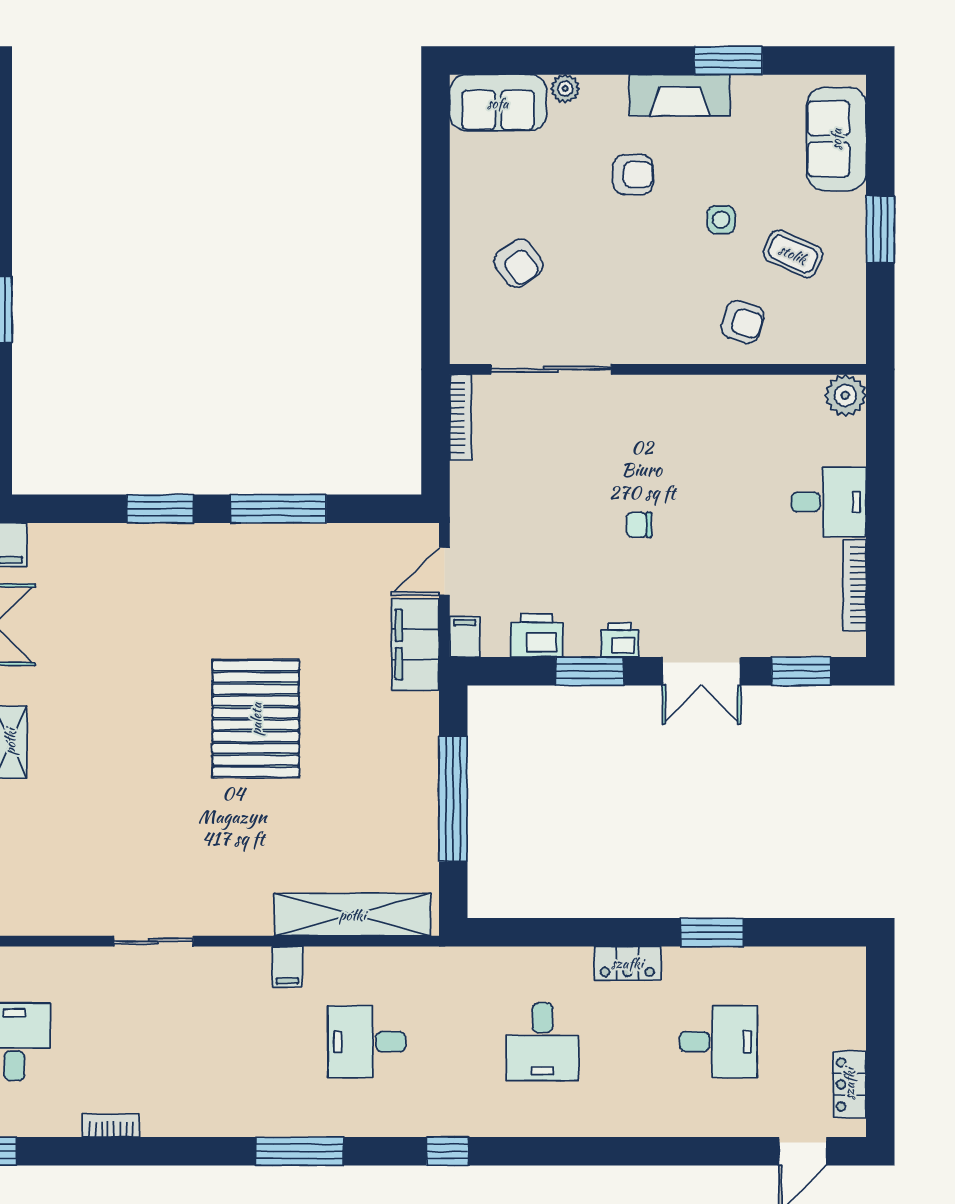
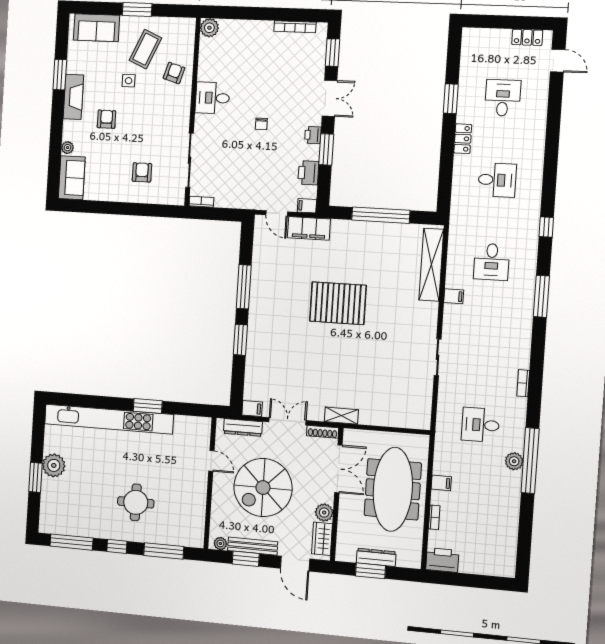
coffee table: (793, 254) -> (145, 49), width x1.36, depth x1.30
armchair: (518, 263) -> (142, 172), turned -54
bookcase: (461, 417) -> (201, 202), width x0.64
desk: (829, 502) -> (212, 98), moved, turned -90

